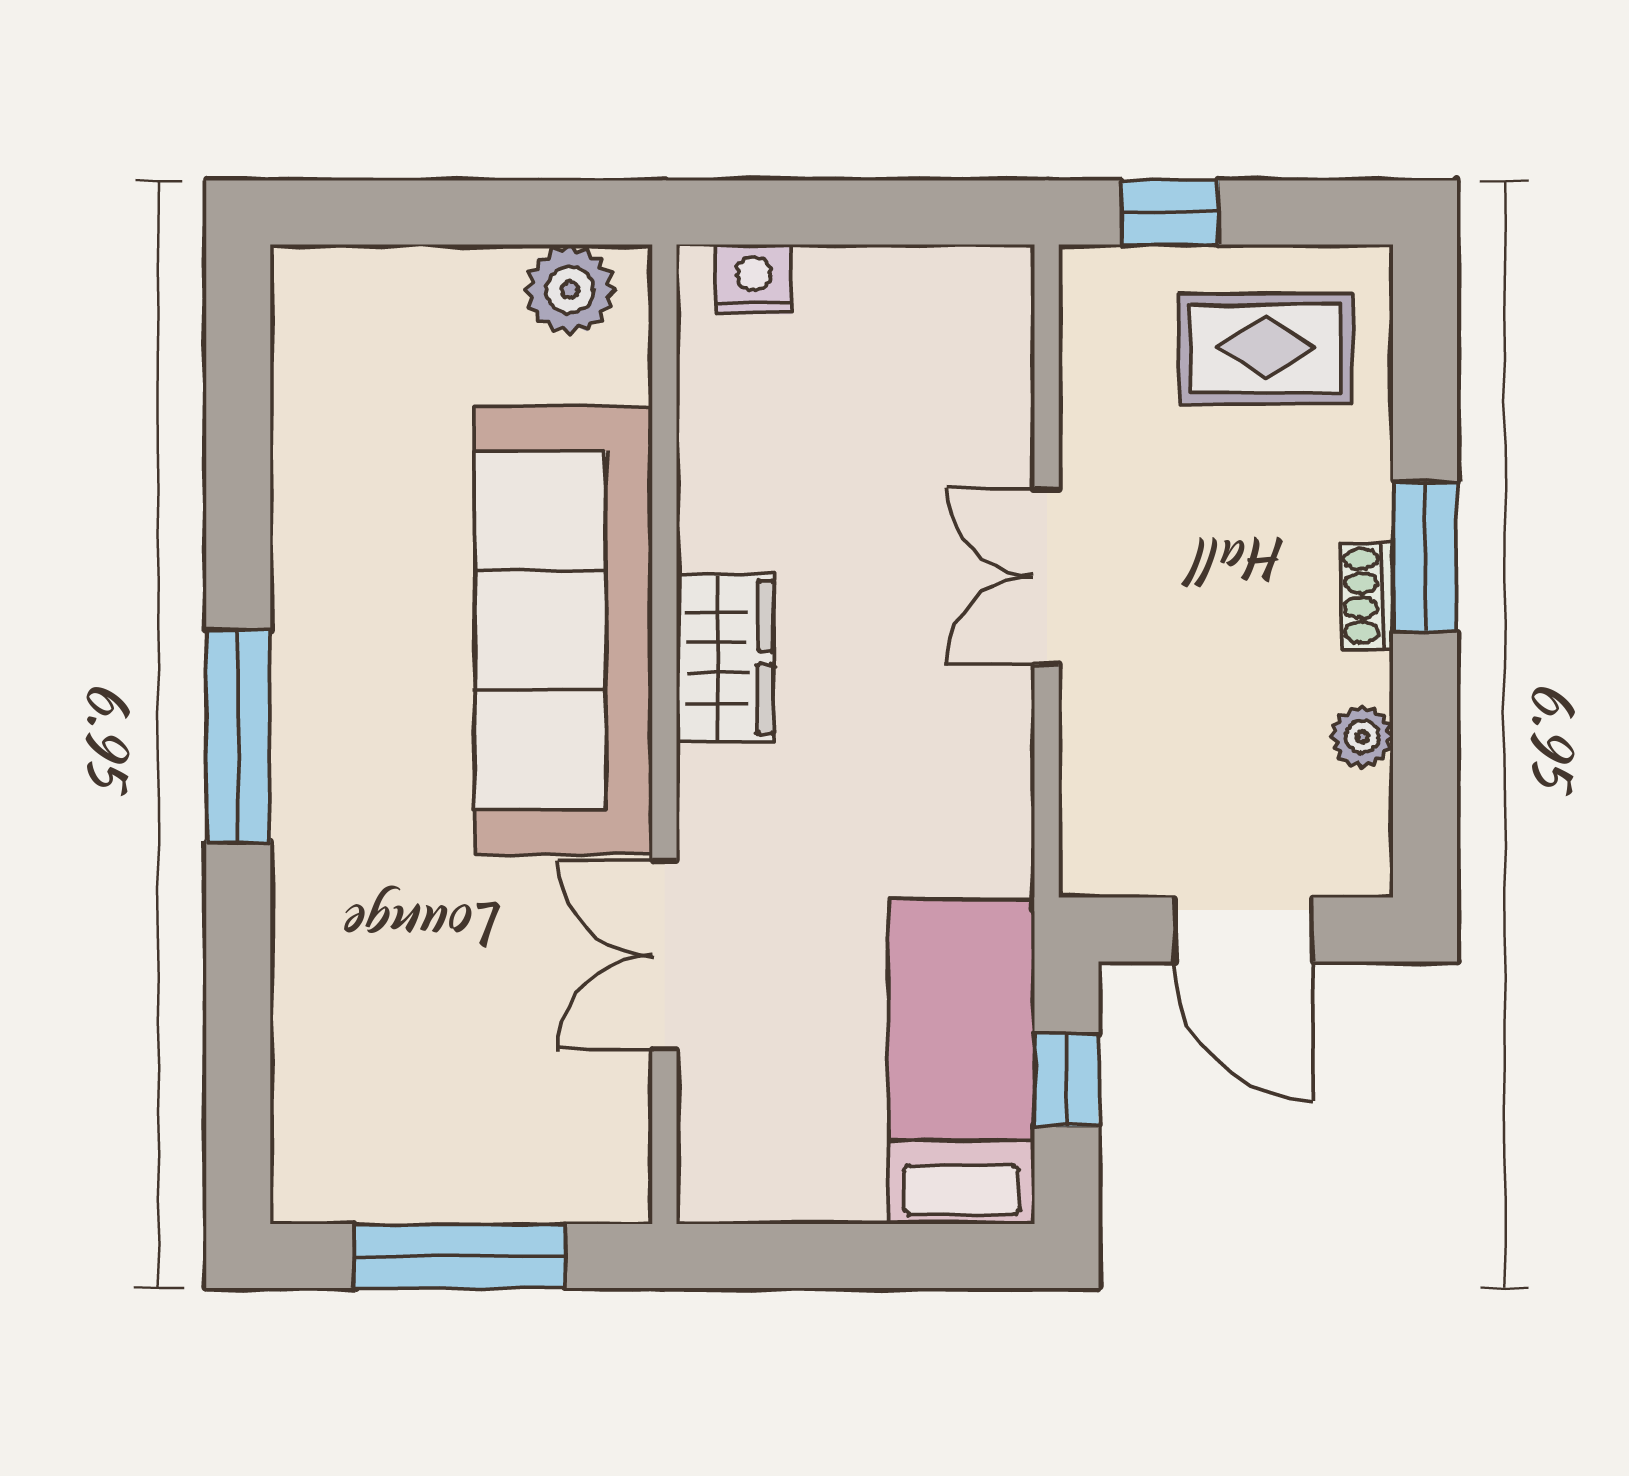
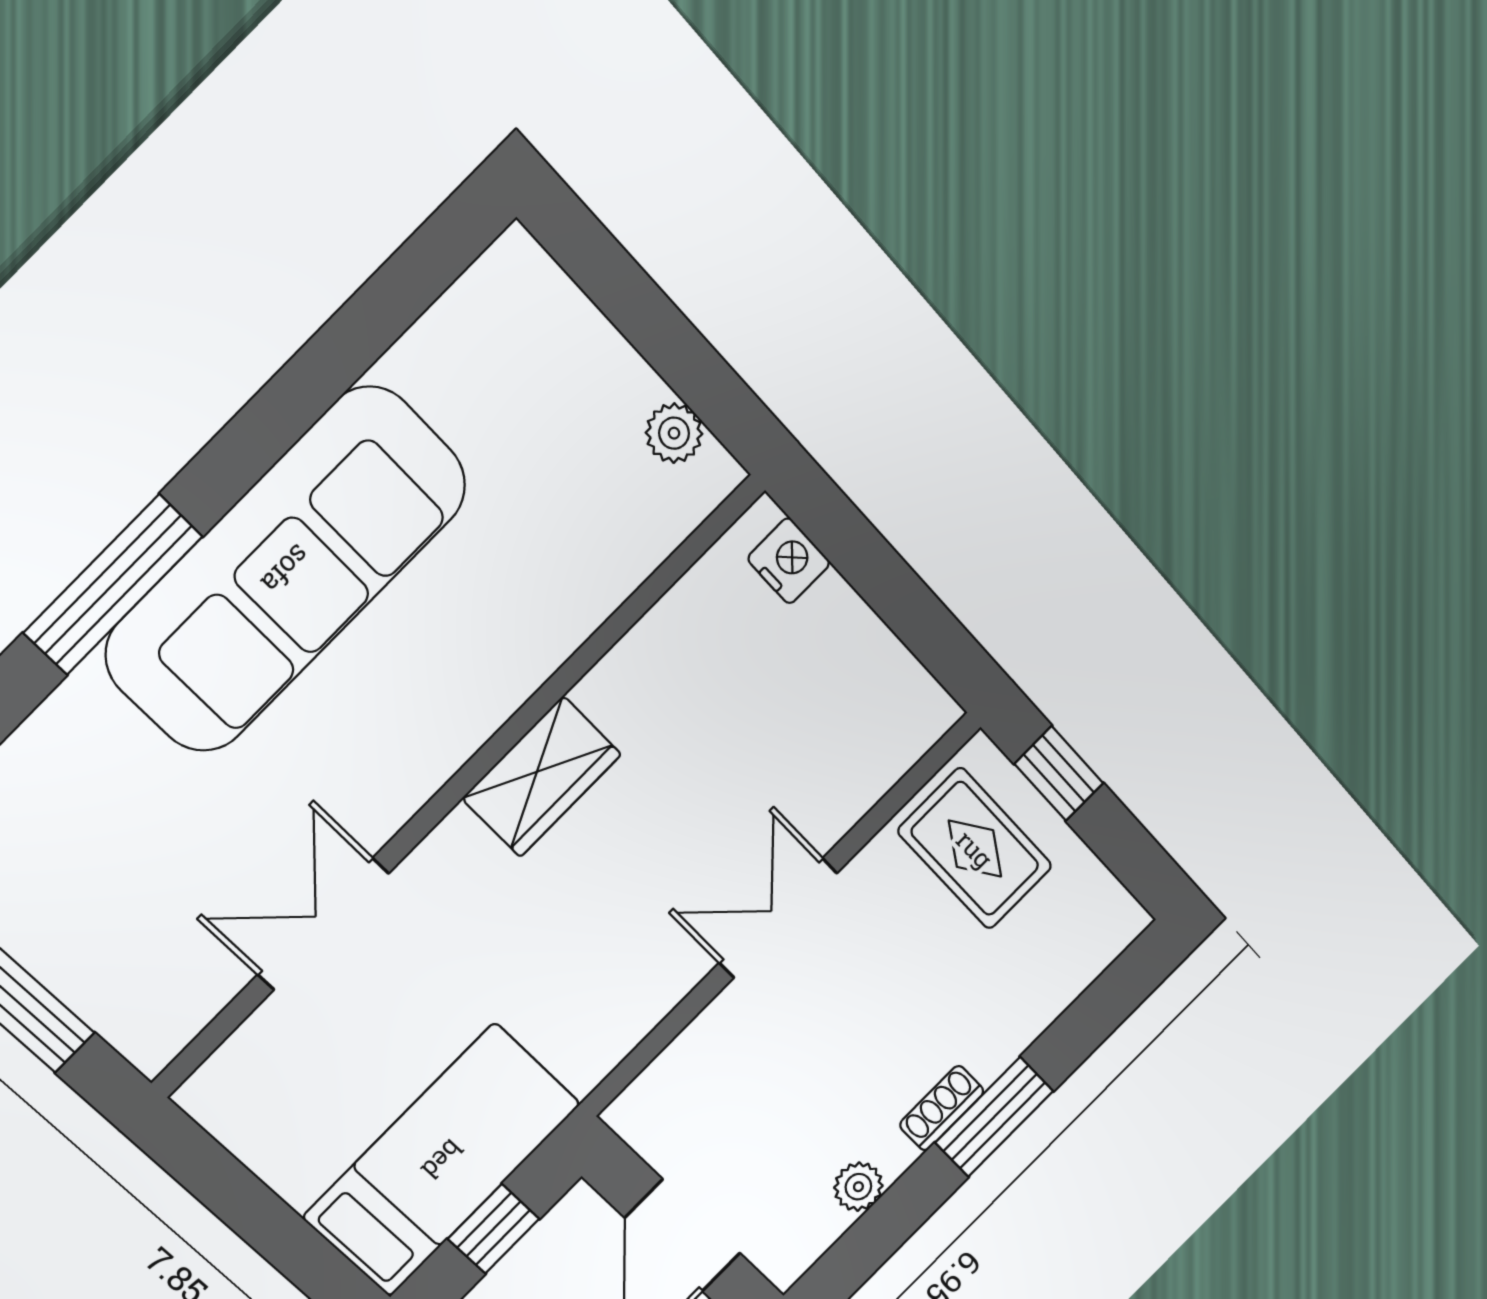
plant: (570, 290) -> (674, 433), width x0.73, depth x0.73
rug: (1266, 348) -> (975, 849), moved
sofa: (563, 630) -> (286, 570), moved, turned 180
window: (238, 736) -> (113, 585), moved

